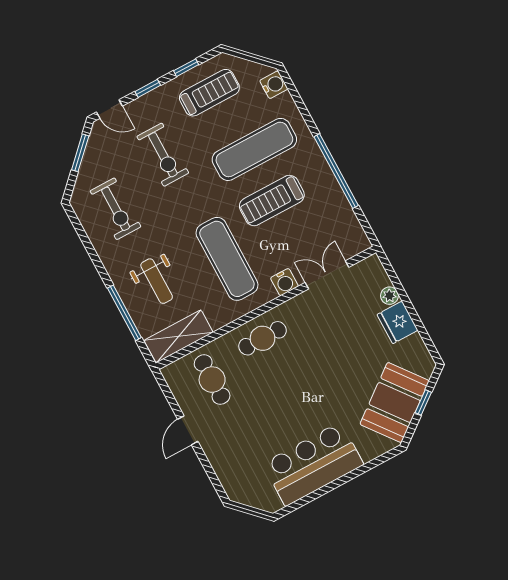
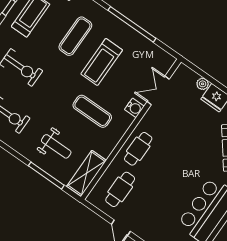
exercise mat: (254, 149) -> (75, 36), width x0.73, depth x0.69
exercise mat: (227, 259) -> (92, 111), width x0.73, depth x0.69
cafe table: (212, 380) -> (120, 189), turned 90

